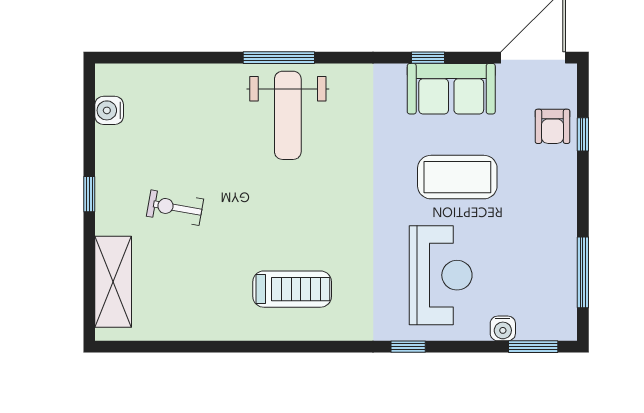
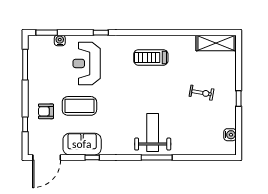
armchair: (552, 126) -> (46, 111), moved, turned -90
shelving: (113, 282) -> (216, 43), moved, turned 90

